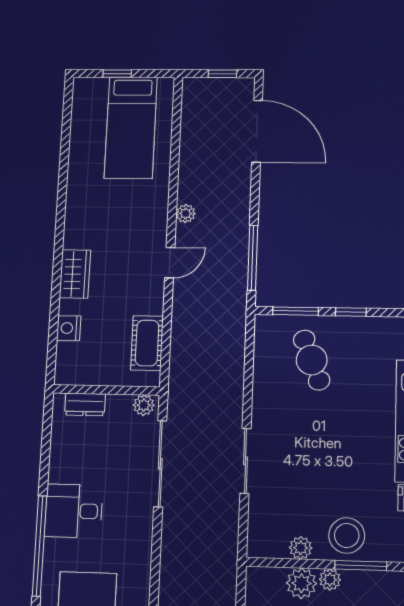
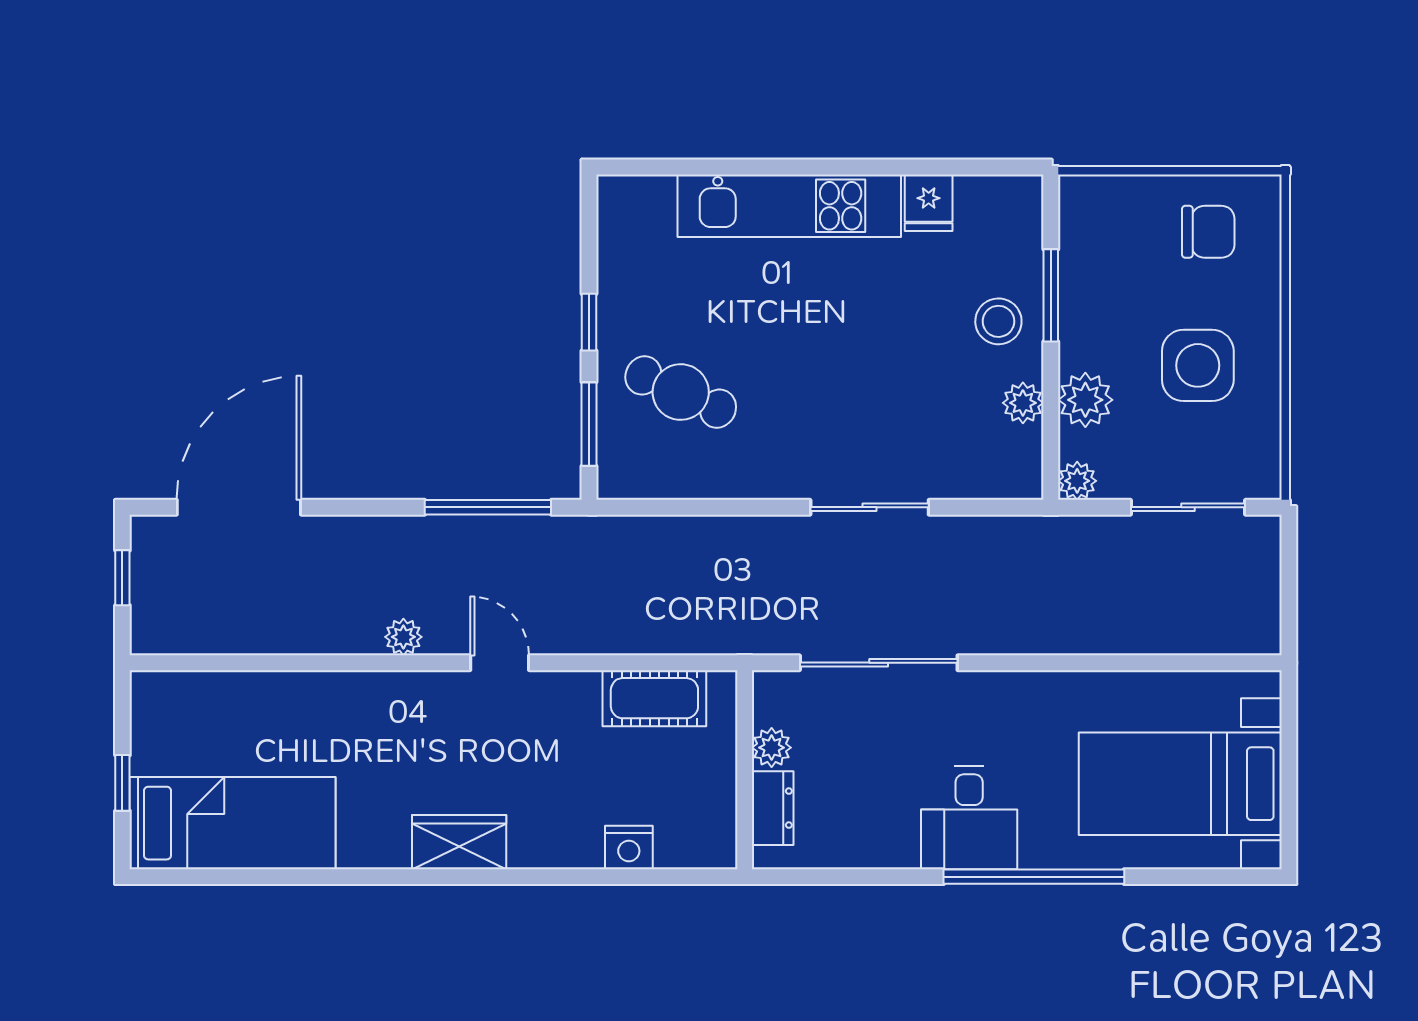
bed: (131, 128) -> (233, 823), moved
wardrobe: (75, 274) -> (459, 842), moved
cafe table: (312, 360) -> (681, 392), turned 45
plant: (144, 405) -> (772, 748), moved
stool: (347, 535) -> (998, 321), width x0.73, depth x0.73
plant: (330, 580) -> (1077, 481), moved

